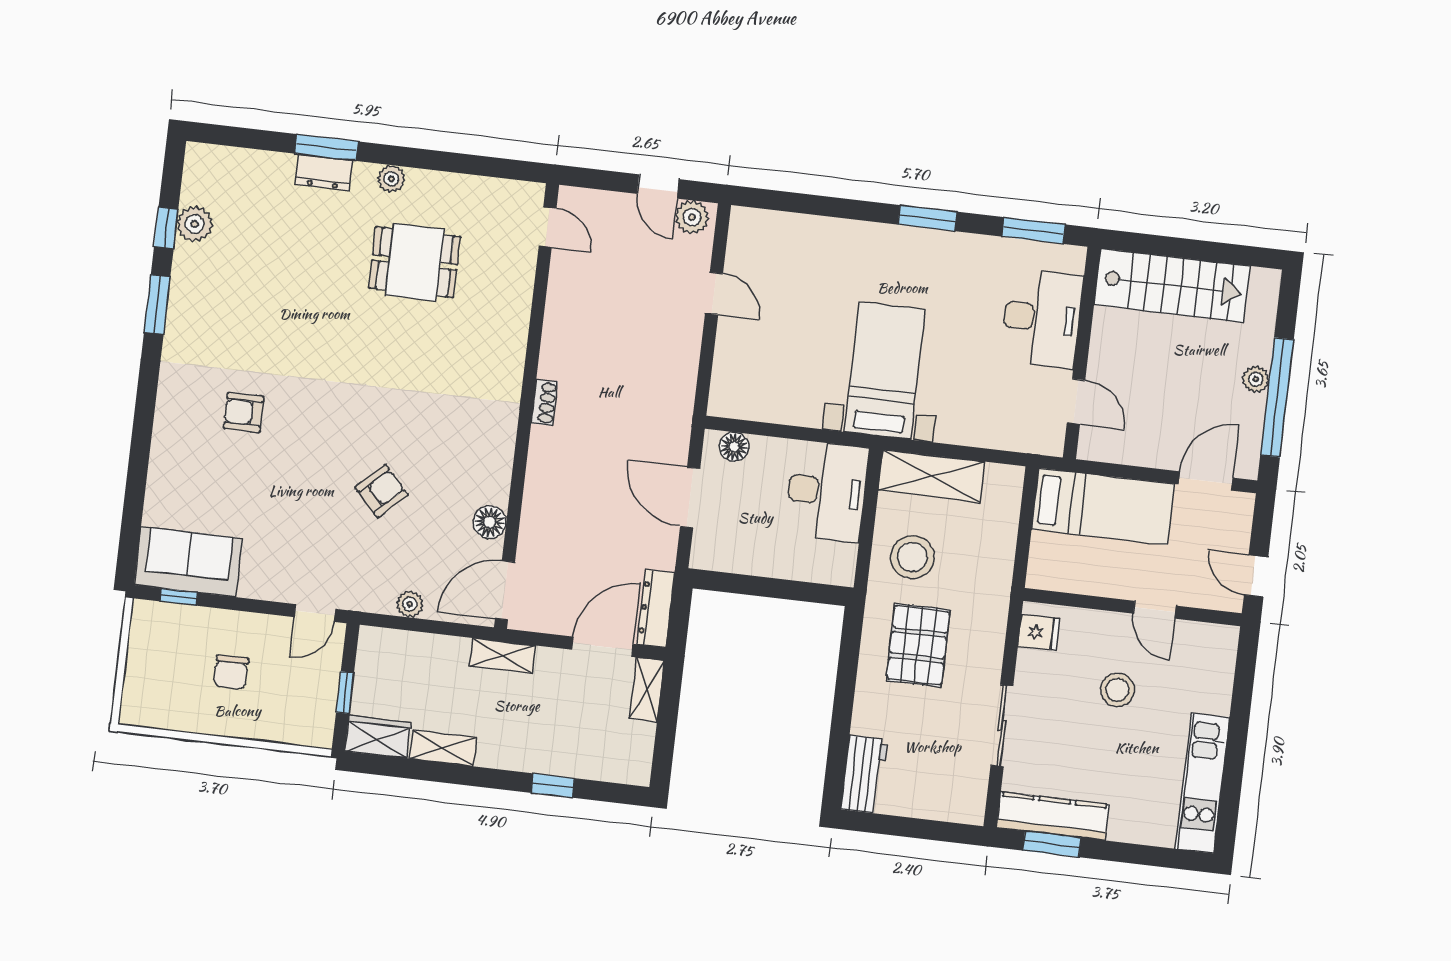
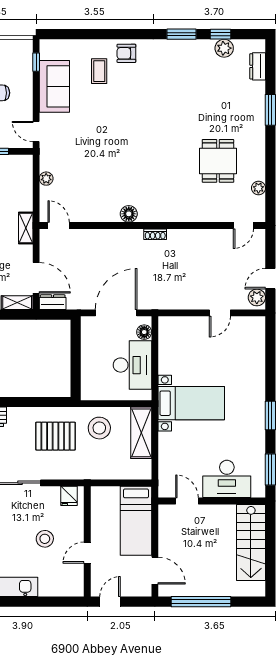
dresser: (324, 172) -> (258, 66), moved
plant: (391, 179) -> (258, 188), moved
plant: (1256, 379) -> (209, 590), removed
door: (1076, 402) -> (187, 501), swing flipped
armchair: (244, 412) -> (126, 53), moved, turned -90
coffee table: (211, 475) -> (99, 71), added
armchair: (382, 491) -> (101, 158), removed
desk: (827, 491) -> (132, 365), moved, turned -90
door: (690, 498) -> (116, 313), width x1.36
floor lamp: (490, 522) -> (129, 214), moved
sofa: (188, 562) -> (54, 86), moved
door: (505, 590) -> (59, 226), width x0.73
dresser: (656, 608) -> (53, 302), width x0.70

